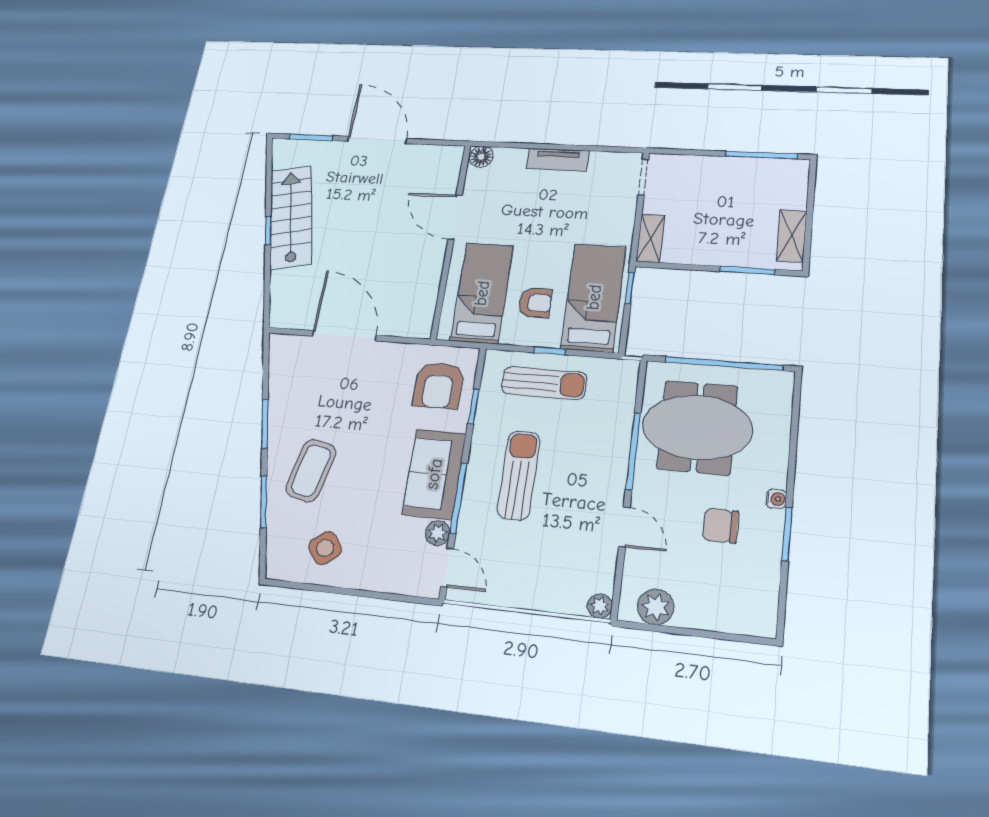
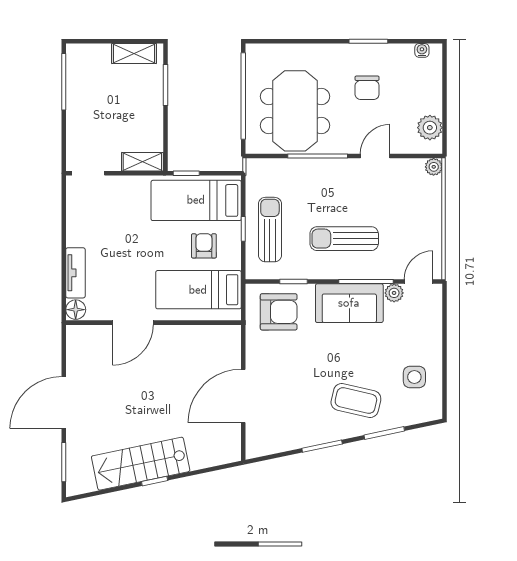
tv unit: (558, 160) -> (75, 273), moved
water cooler: (776, 499) -> (422, 50), moved
side table: (325, 548) -> (414, 377), turned 38

